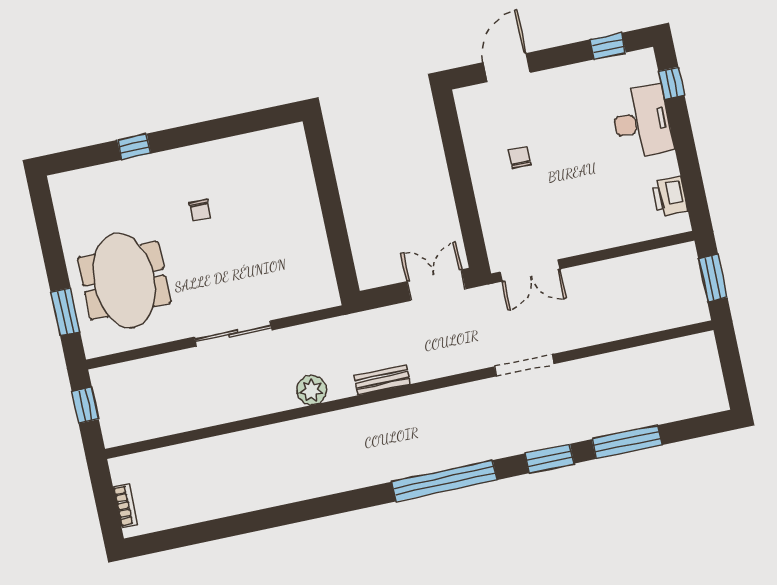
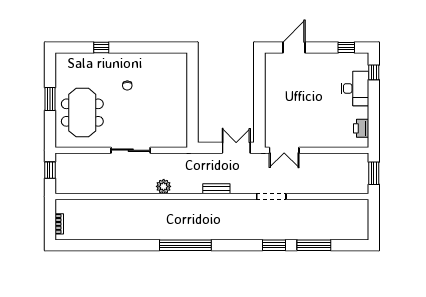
chair: (520, 158) -> (291, 93), removed
window: (65, 312) -> (50, 99), moved
bench: (382, 380) -> (216, 189), moved
window: (444, 481) -> (185, 245), moved

